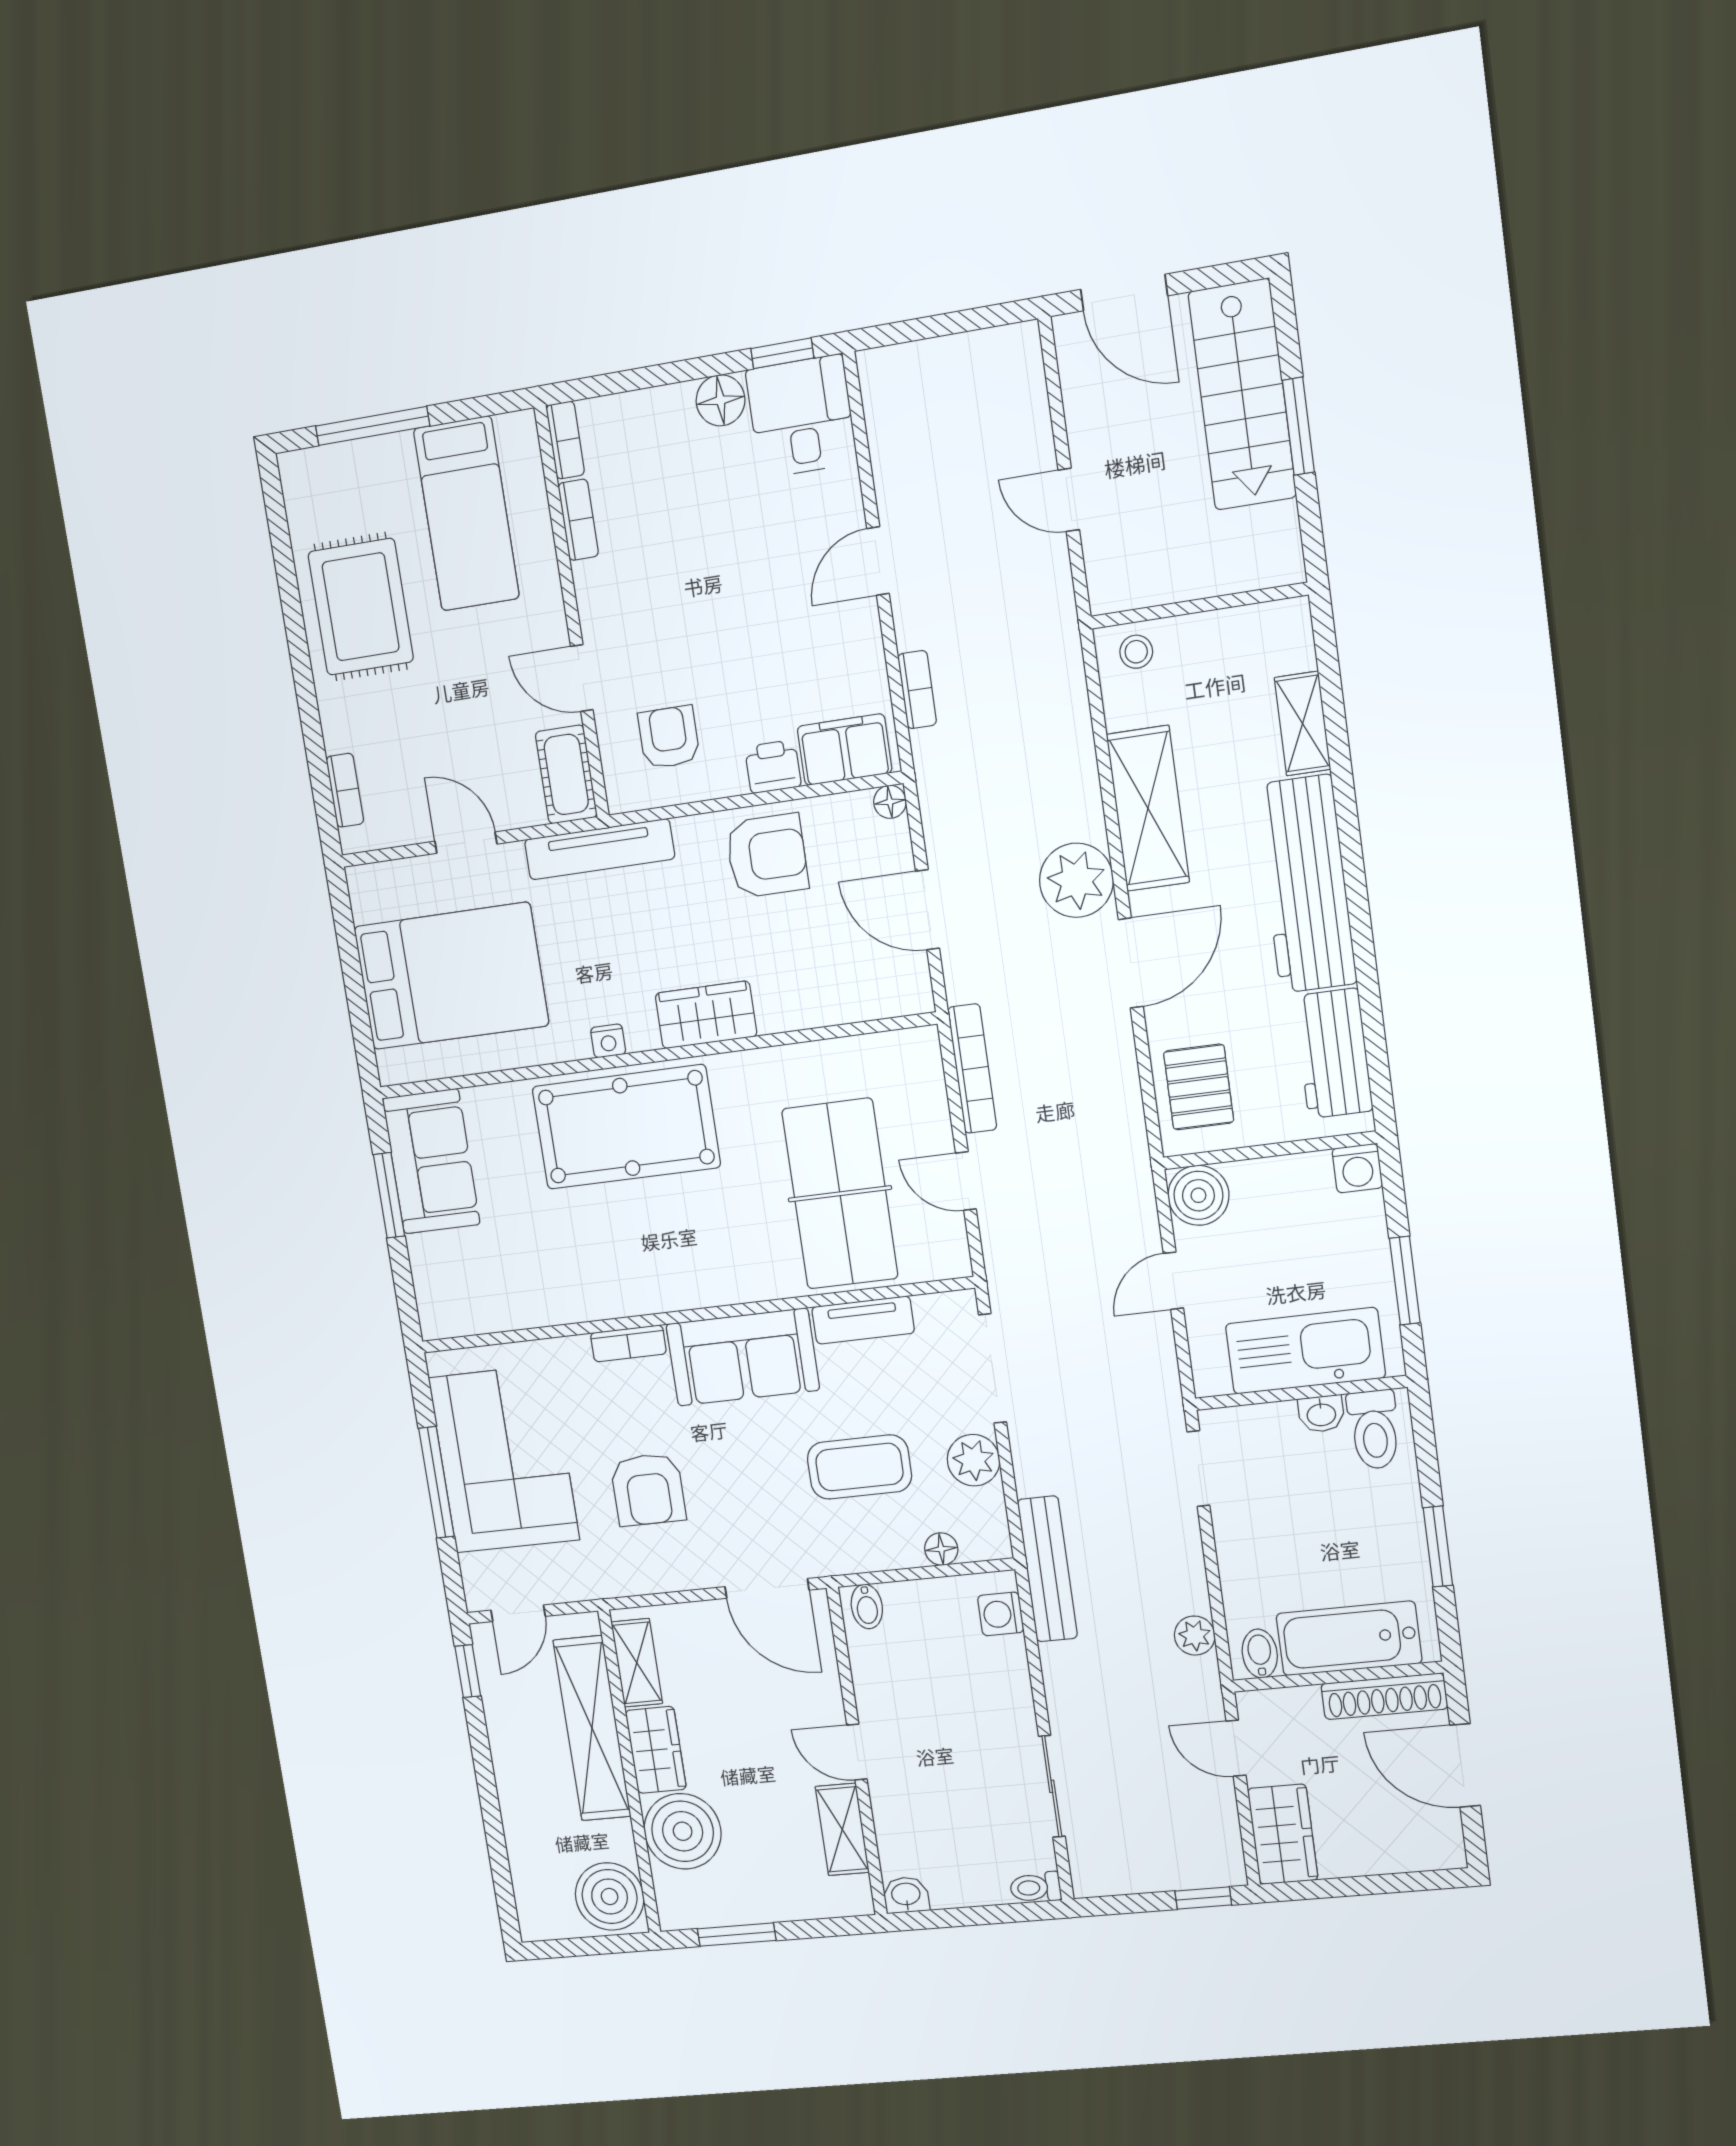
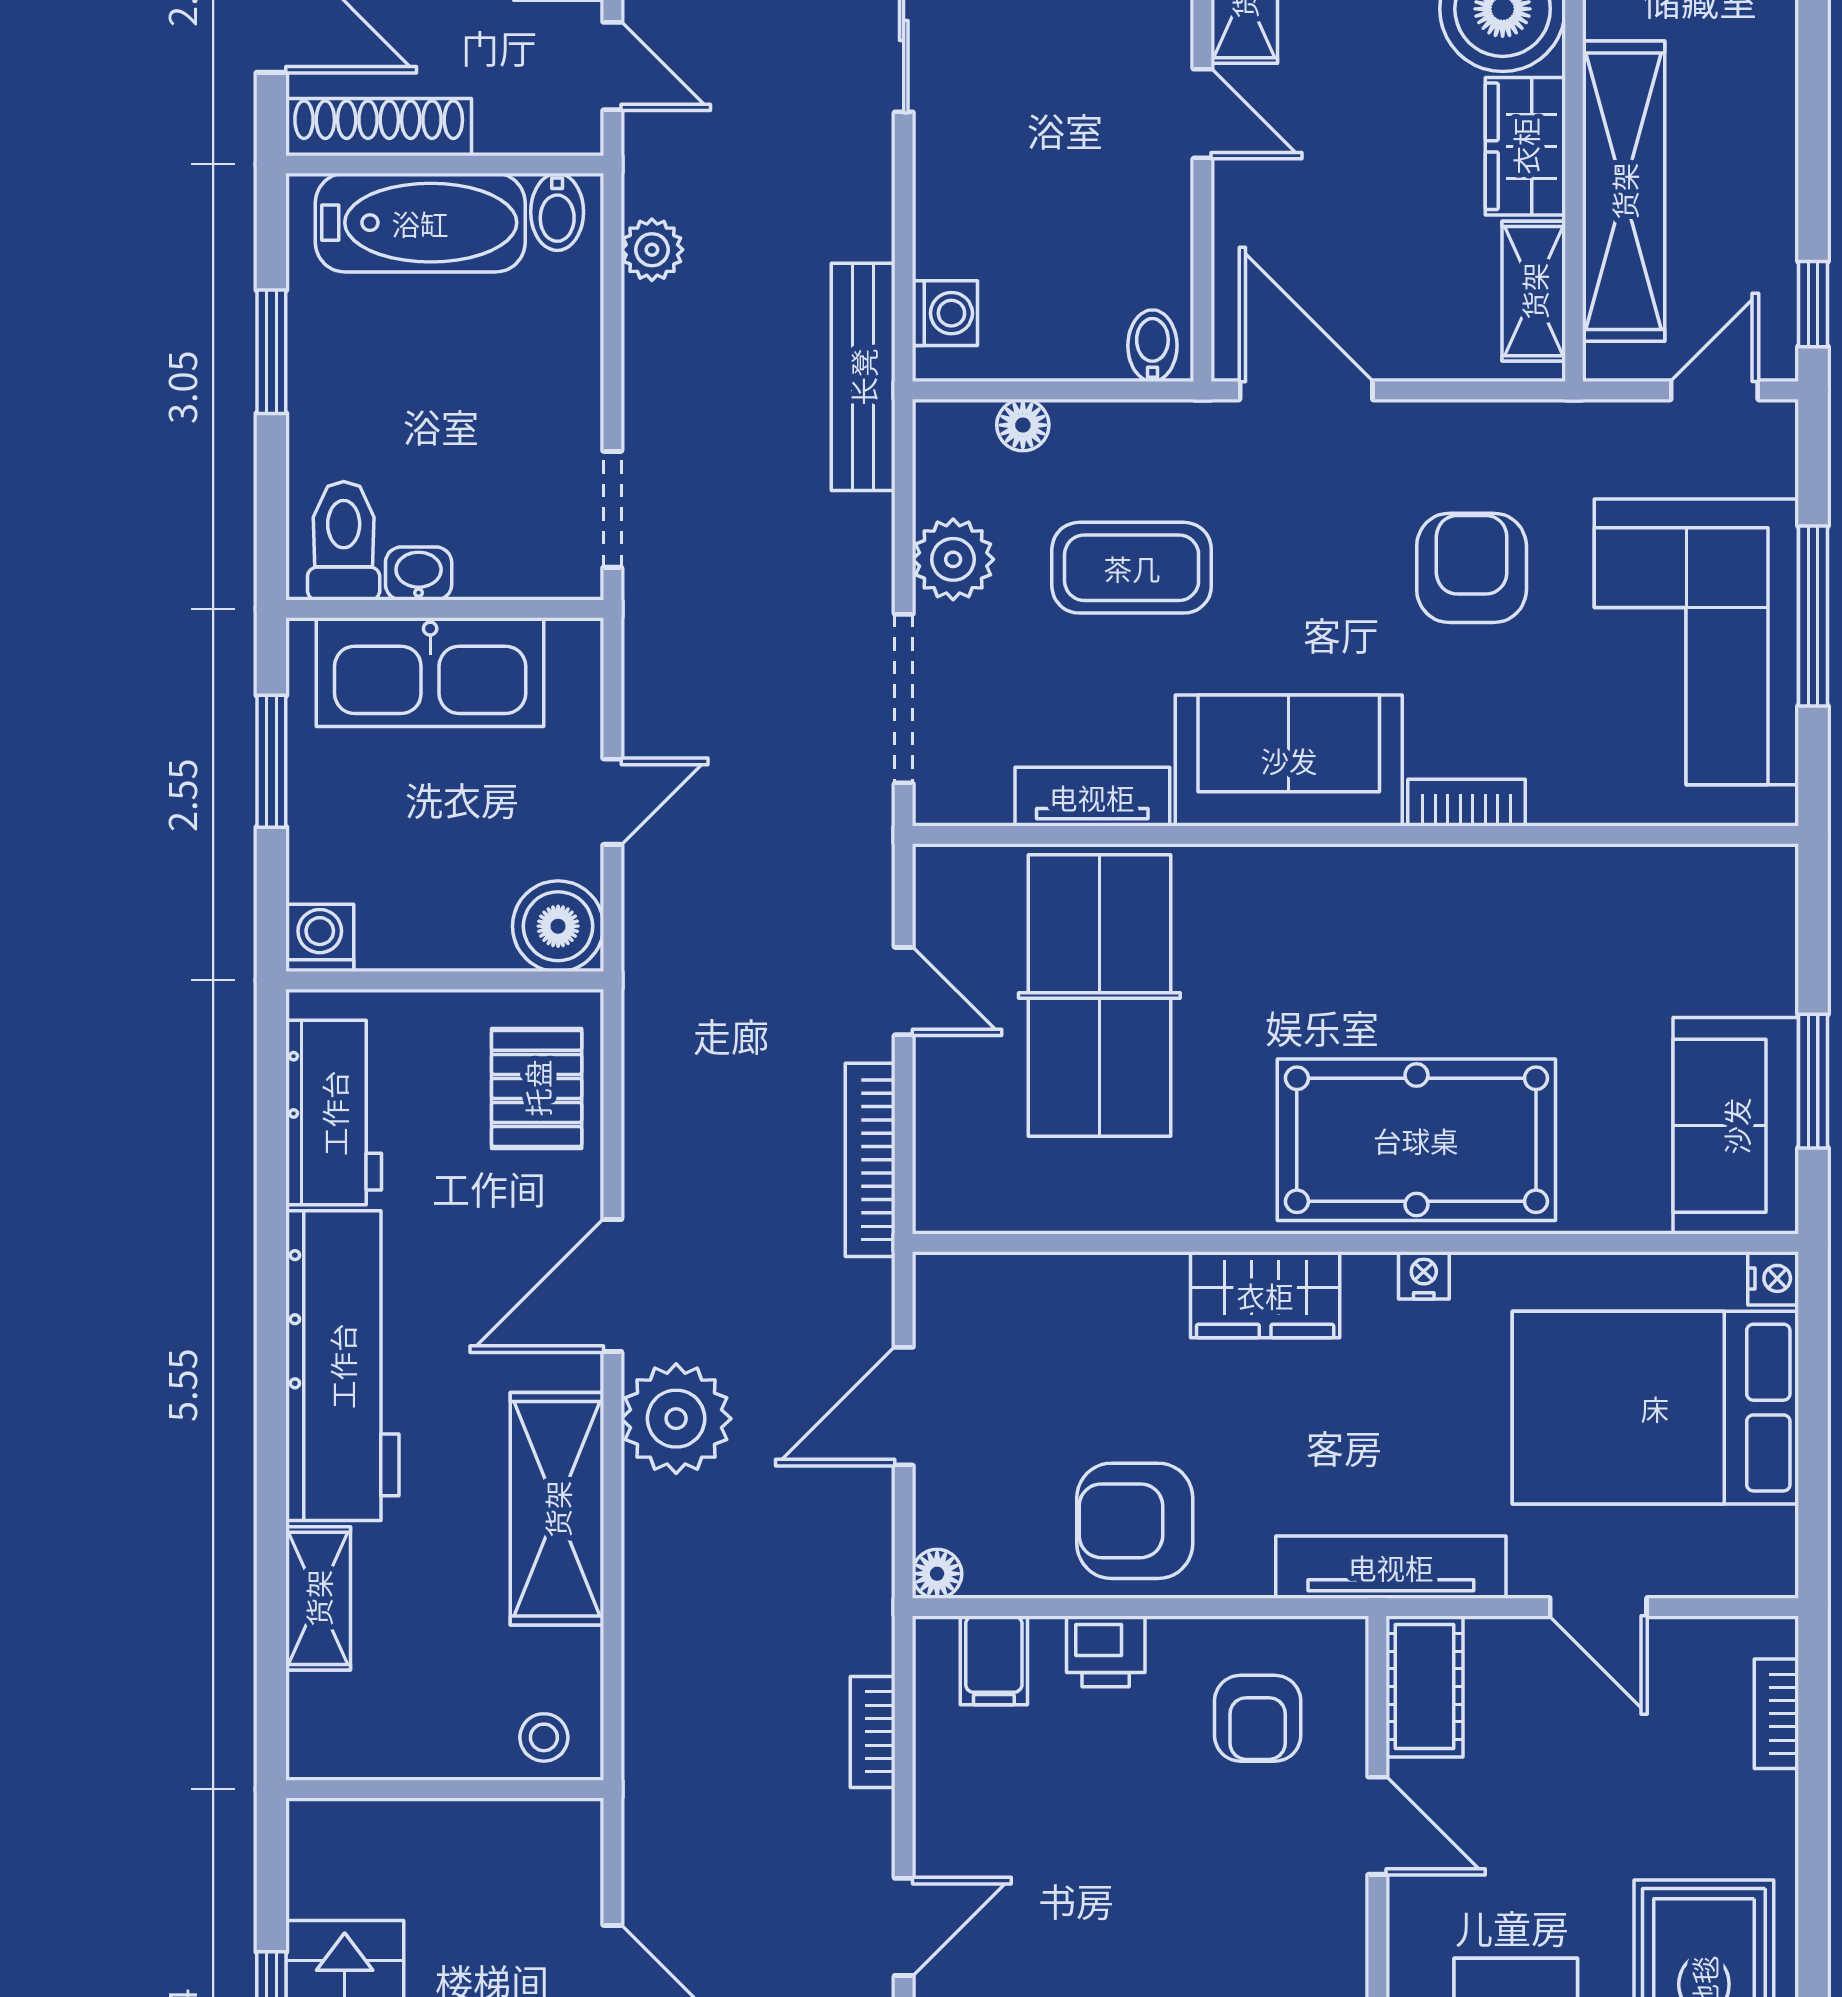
filing cabinet: (845, 750) -> (994, 1660), width x0.50
door: (927, 910) -> (904, 1406), swing flipped
nightstand: (393, 1068) -> (1773, 1278), added

